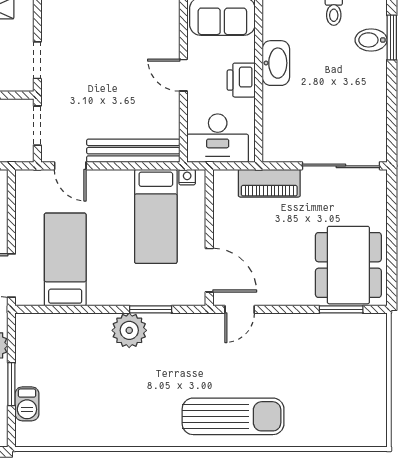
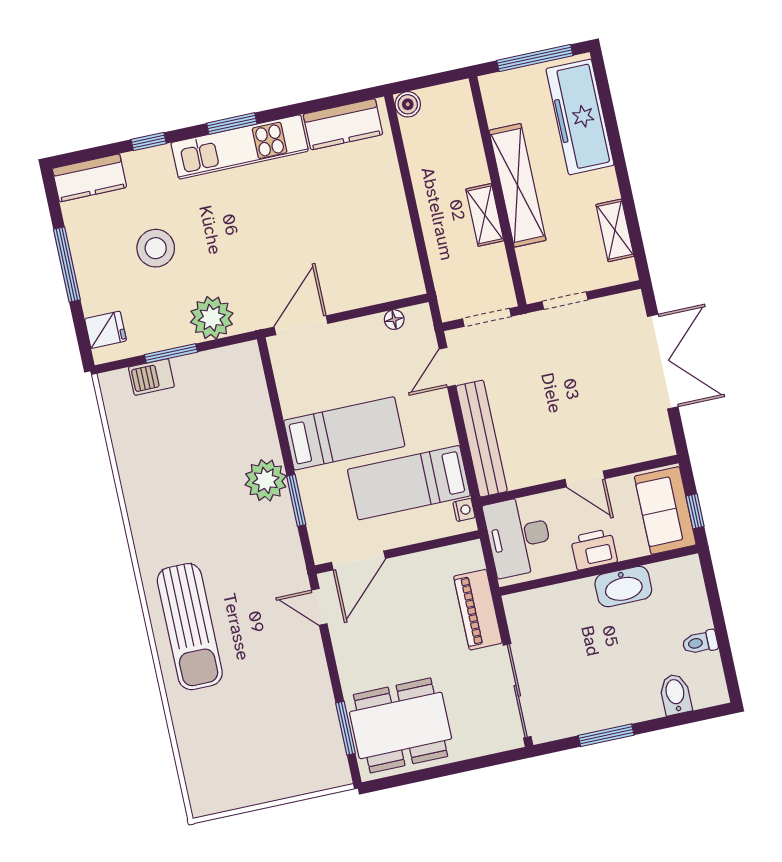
window: (392, 38) -> (606, 735), moved
door: (183, 75) -> (585, 479), swing flipped
floor lamp: (23, 200) -> (394, 320), added
bed: (65, 260) -> (344, 433), moved

